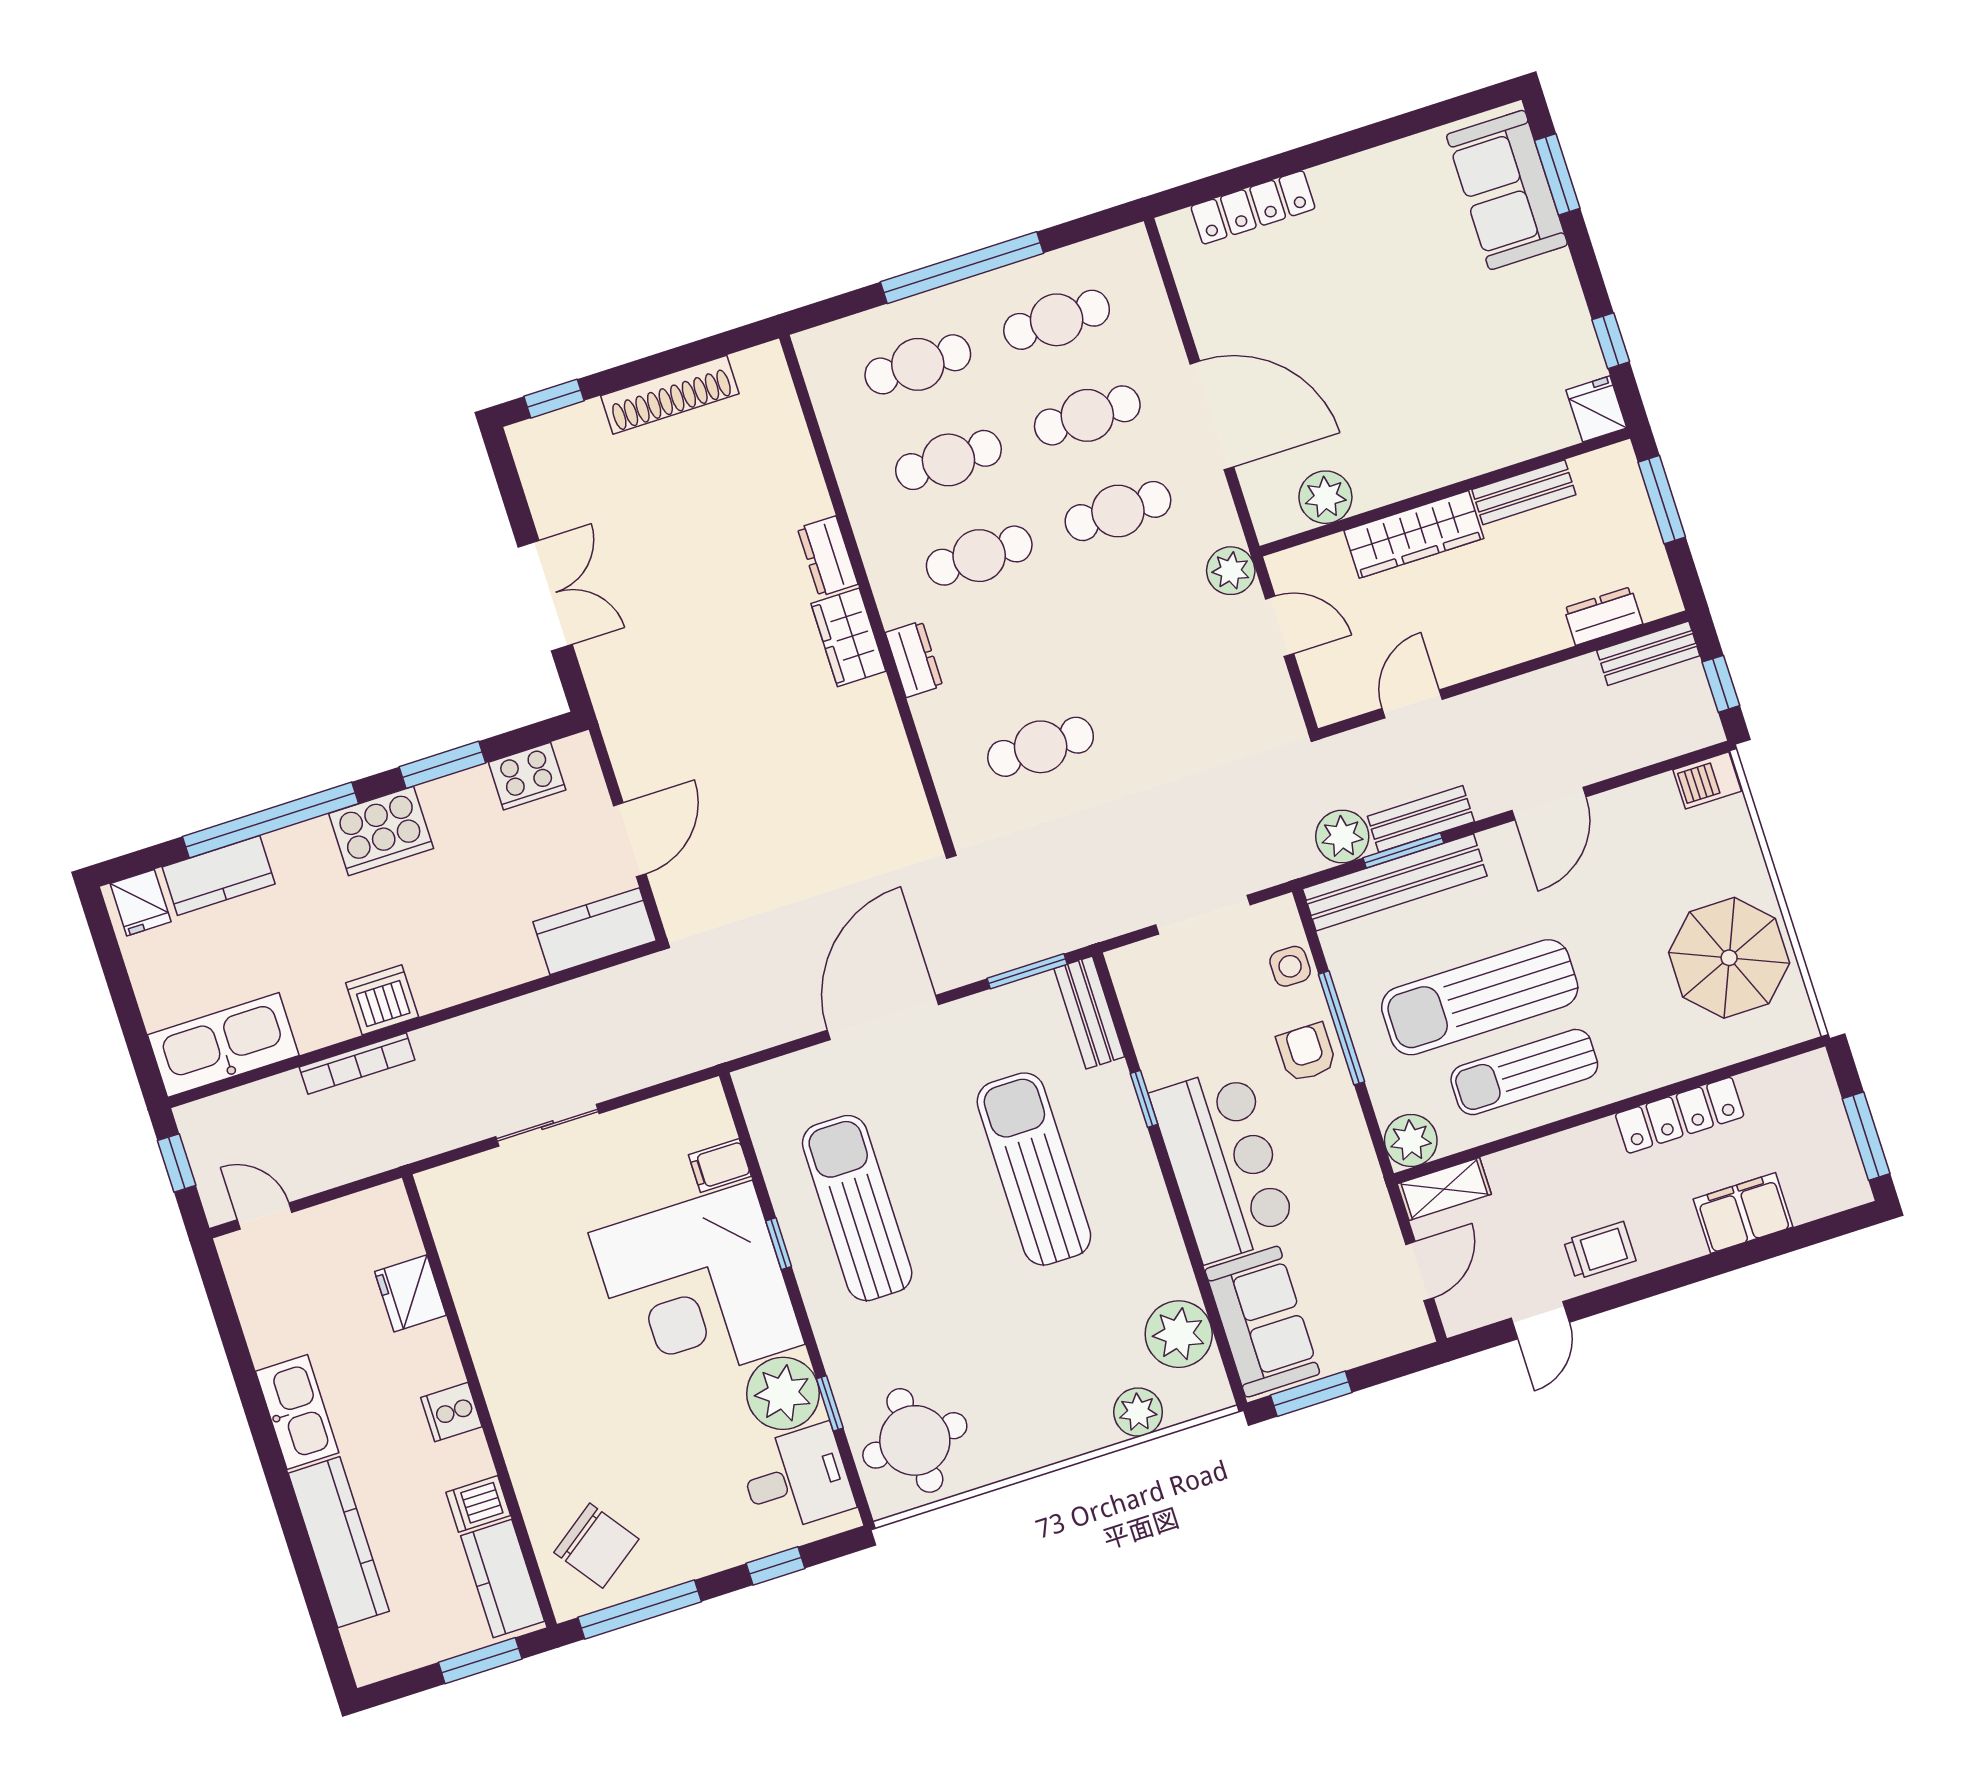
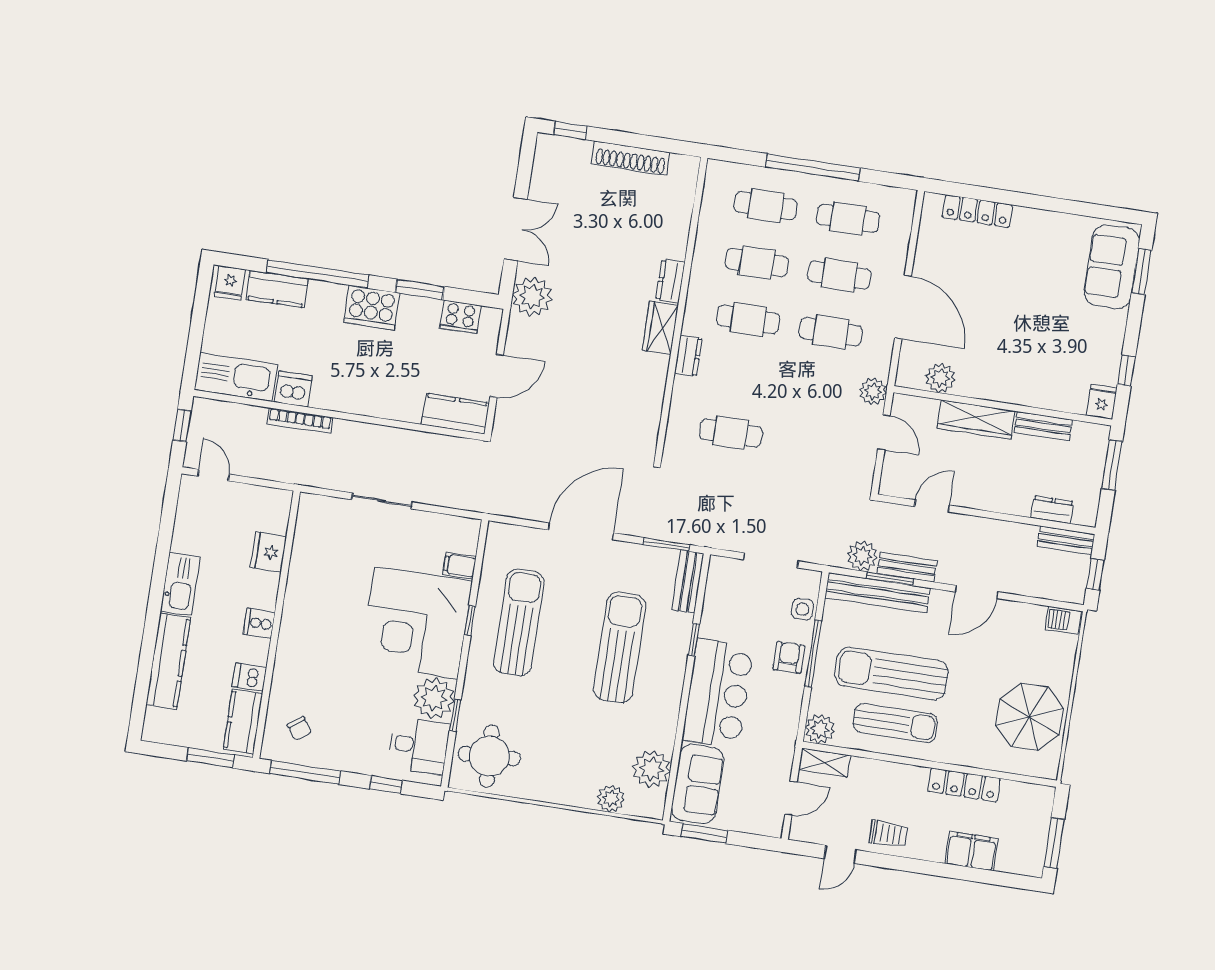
plant: (624, 688) -> (532, 297), added
dishwasher: (382, 1000) -> (293, 389), moved
sun lounger: (1524, 1072) -> (895, 723), turned 180
chair: (596, 1546) -> (299, 729), width x0.54, depth x0.54

